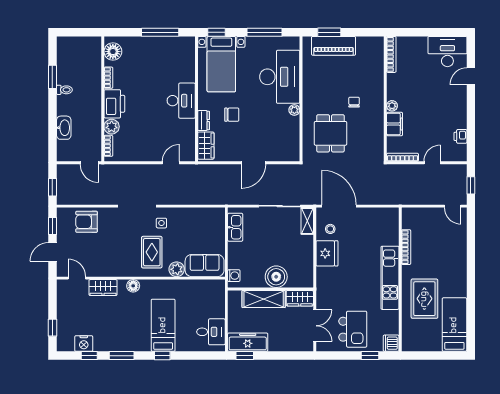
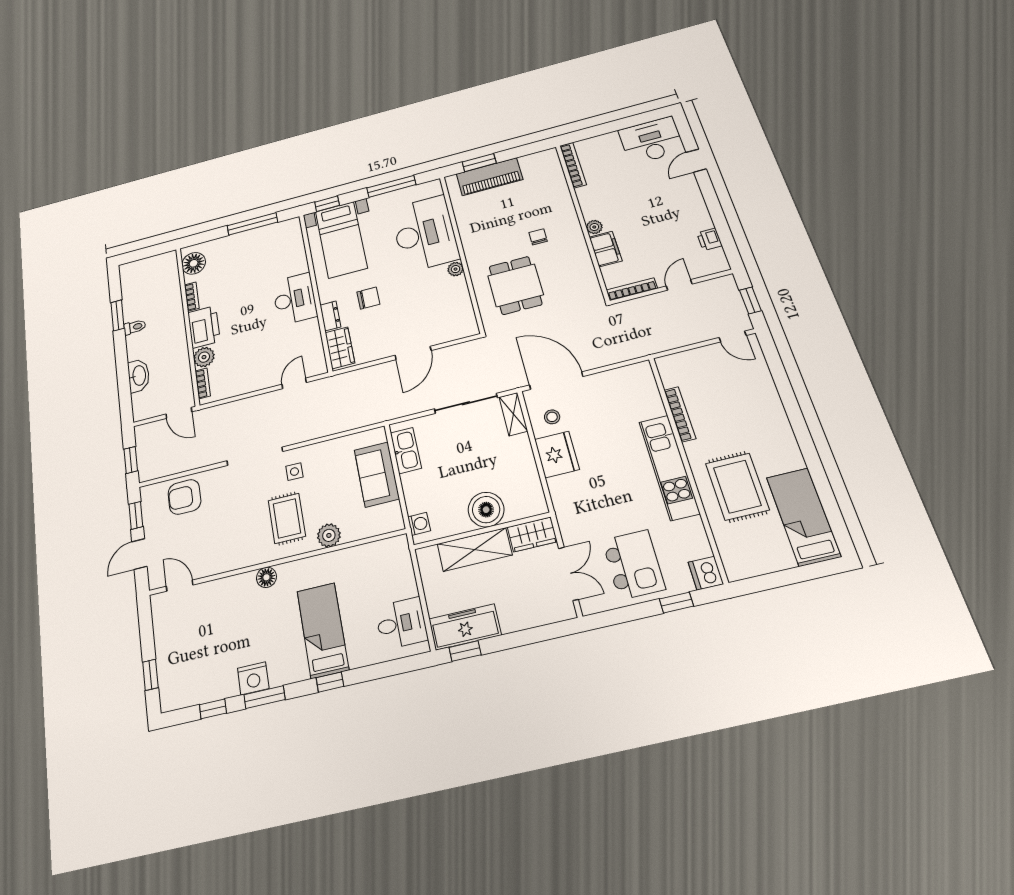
sofa: (205, 266) -> (377, 474), moved, turned -90
wardrobe: (103, 288) -> (221, 591), removed
nightstand: (84, 344) -> (253, 678), moved

